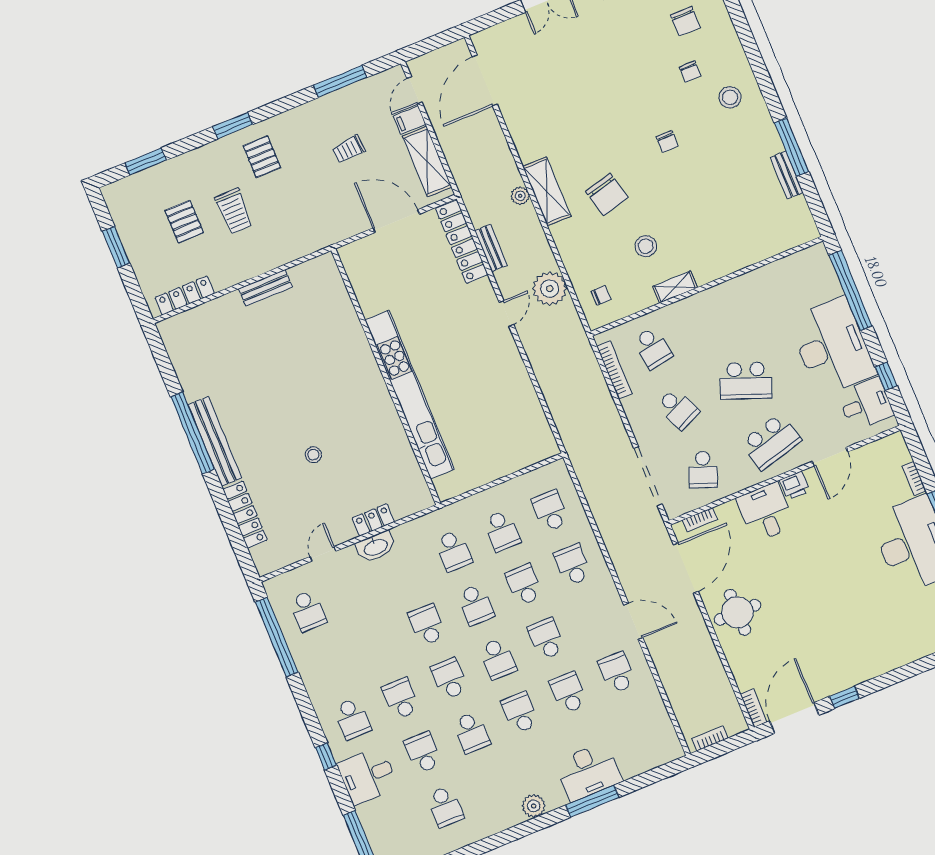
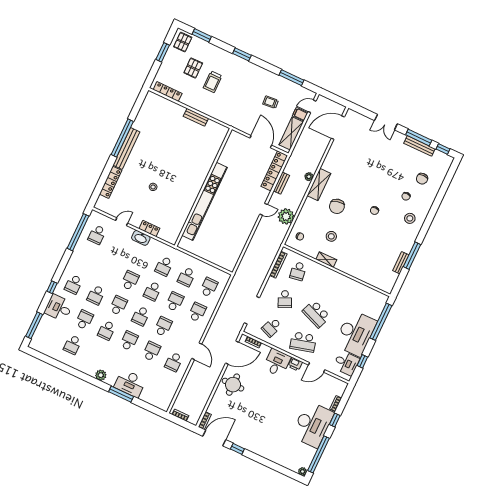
pallet: (262, 157) -> (183, 42), moved
school desk: (617, 673) -> (174, 362), turned 180
school desk: (401, 699) -> (96, 295), turned 180

